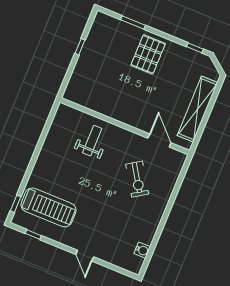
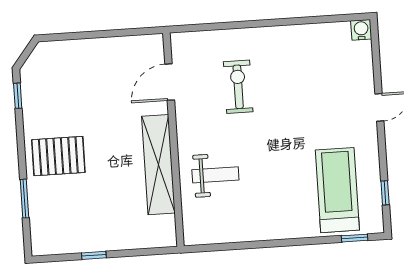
shelving: (197, 109) -> (158, 165), moved, turned 90
weight bench: (92, 141) -> (215, 175), turned 180
exercise bike: (137, 179) -> (238, 87), turned -57
water cooler: (142, 250) -> (361, 30), moved

